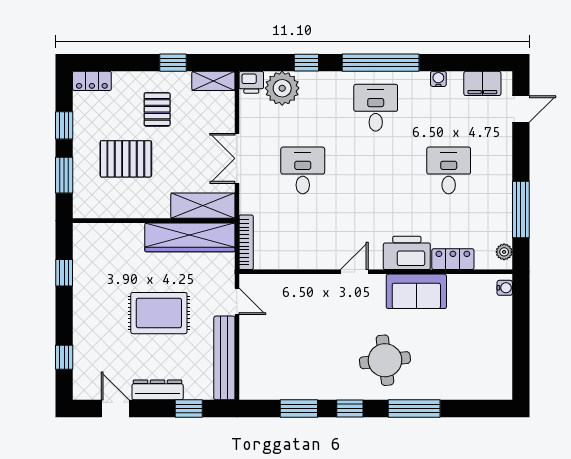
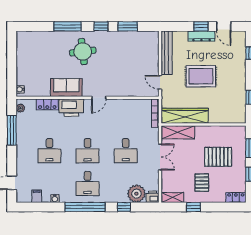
filing cabinet: (482, 83) -> (37, 196), width x0.50
desk: (376, 170) -> (88, 151), added
window: (189, 408) -> (201, 26), moved

